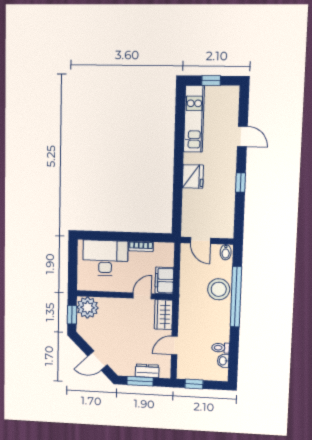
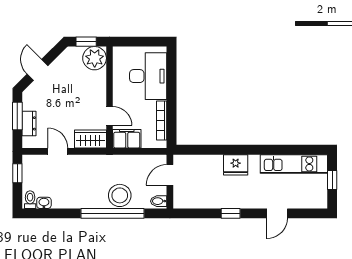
bookcase: (141, 246) -> (162, 121), width x1.56
toilet: (221, 348) -> (30, 200), moved

